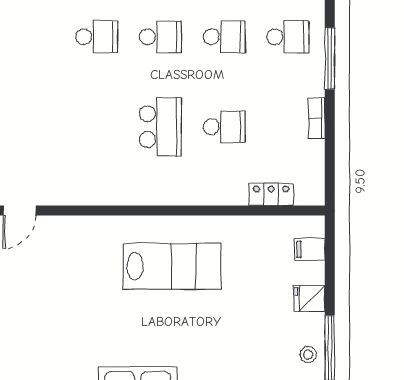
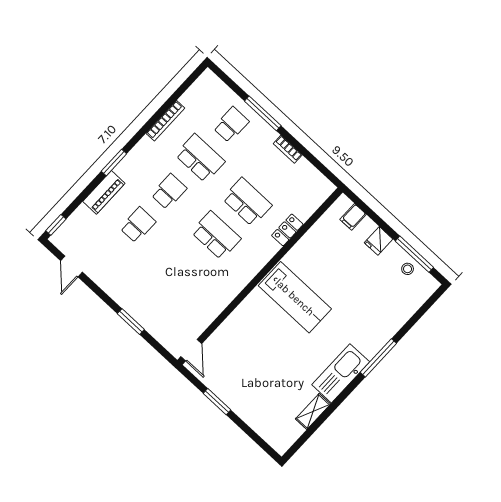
school desk: (224, 37) -> (200, 158), width x1.85
school desk: (224, 127) -> (247, 202), width x1.85
locker: (271, 195) -> (287, 230), moved
lab bench: (172, 266) -> (295, 297), turned 90

